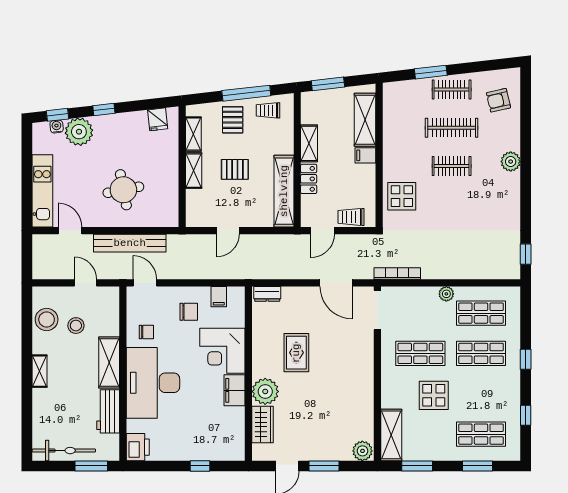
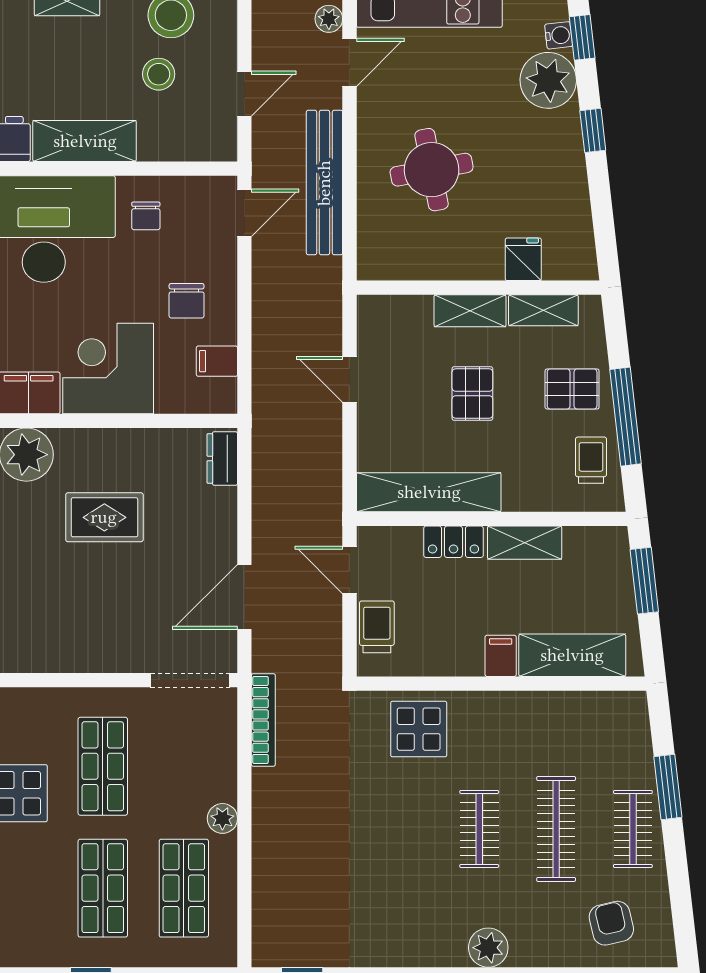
fridge: (158, 119) -> (523, 259), moved, turned 97
plant: (48, 241) -> (329, 19), added

